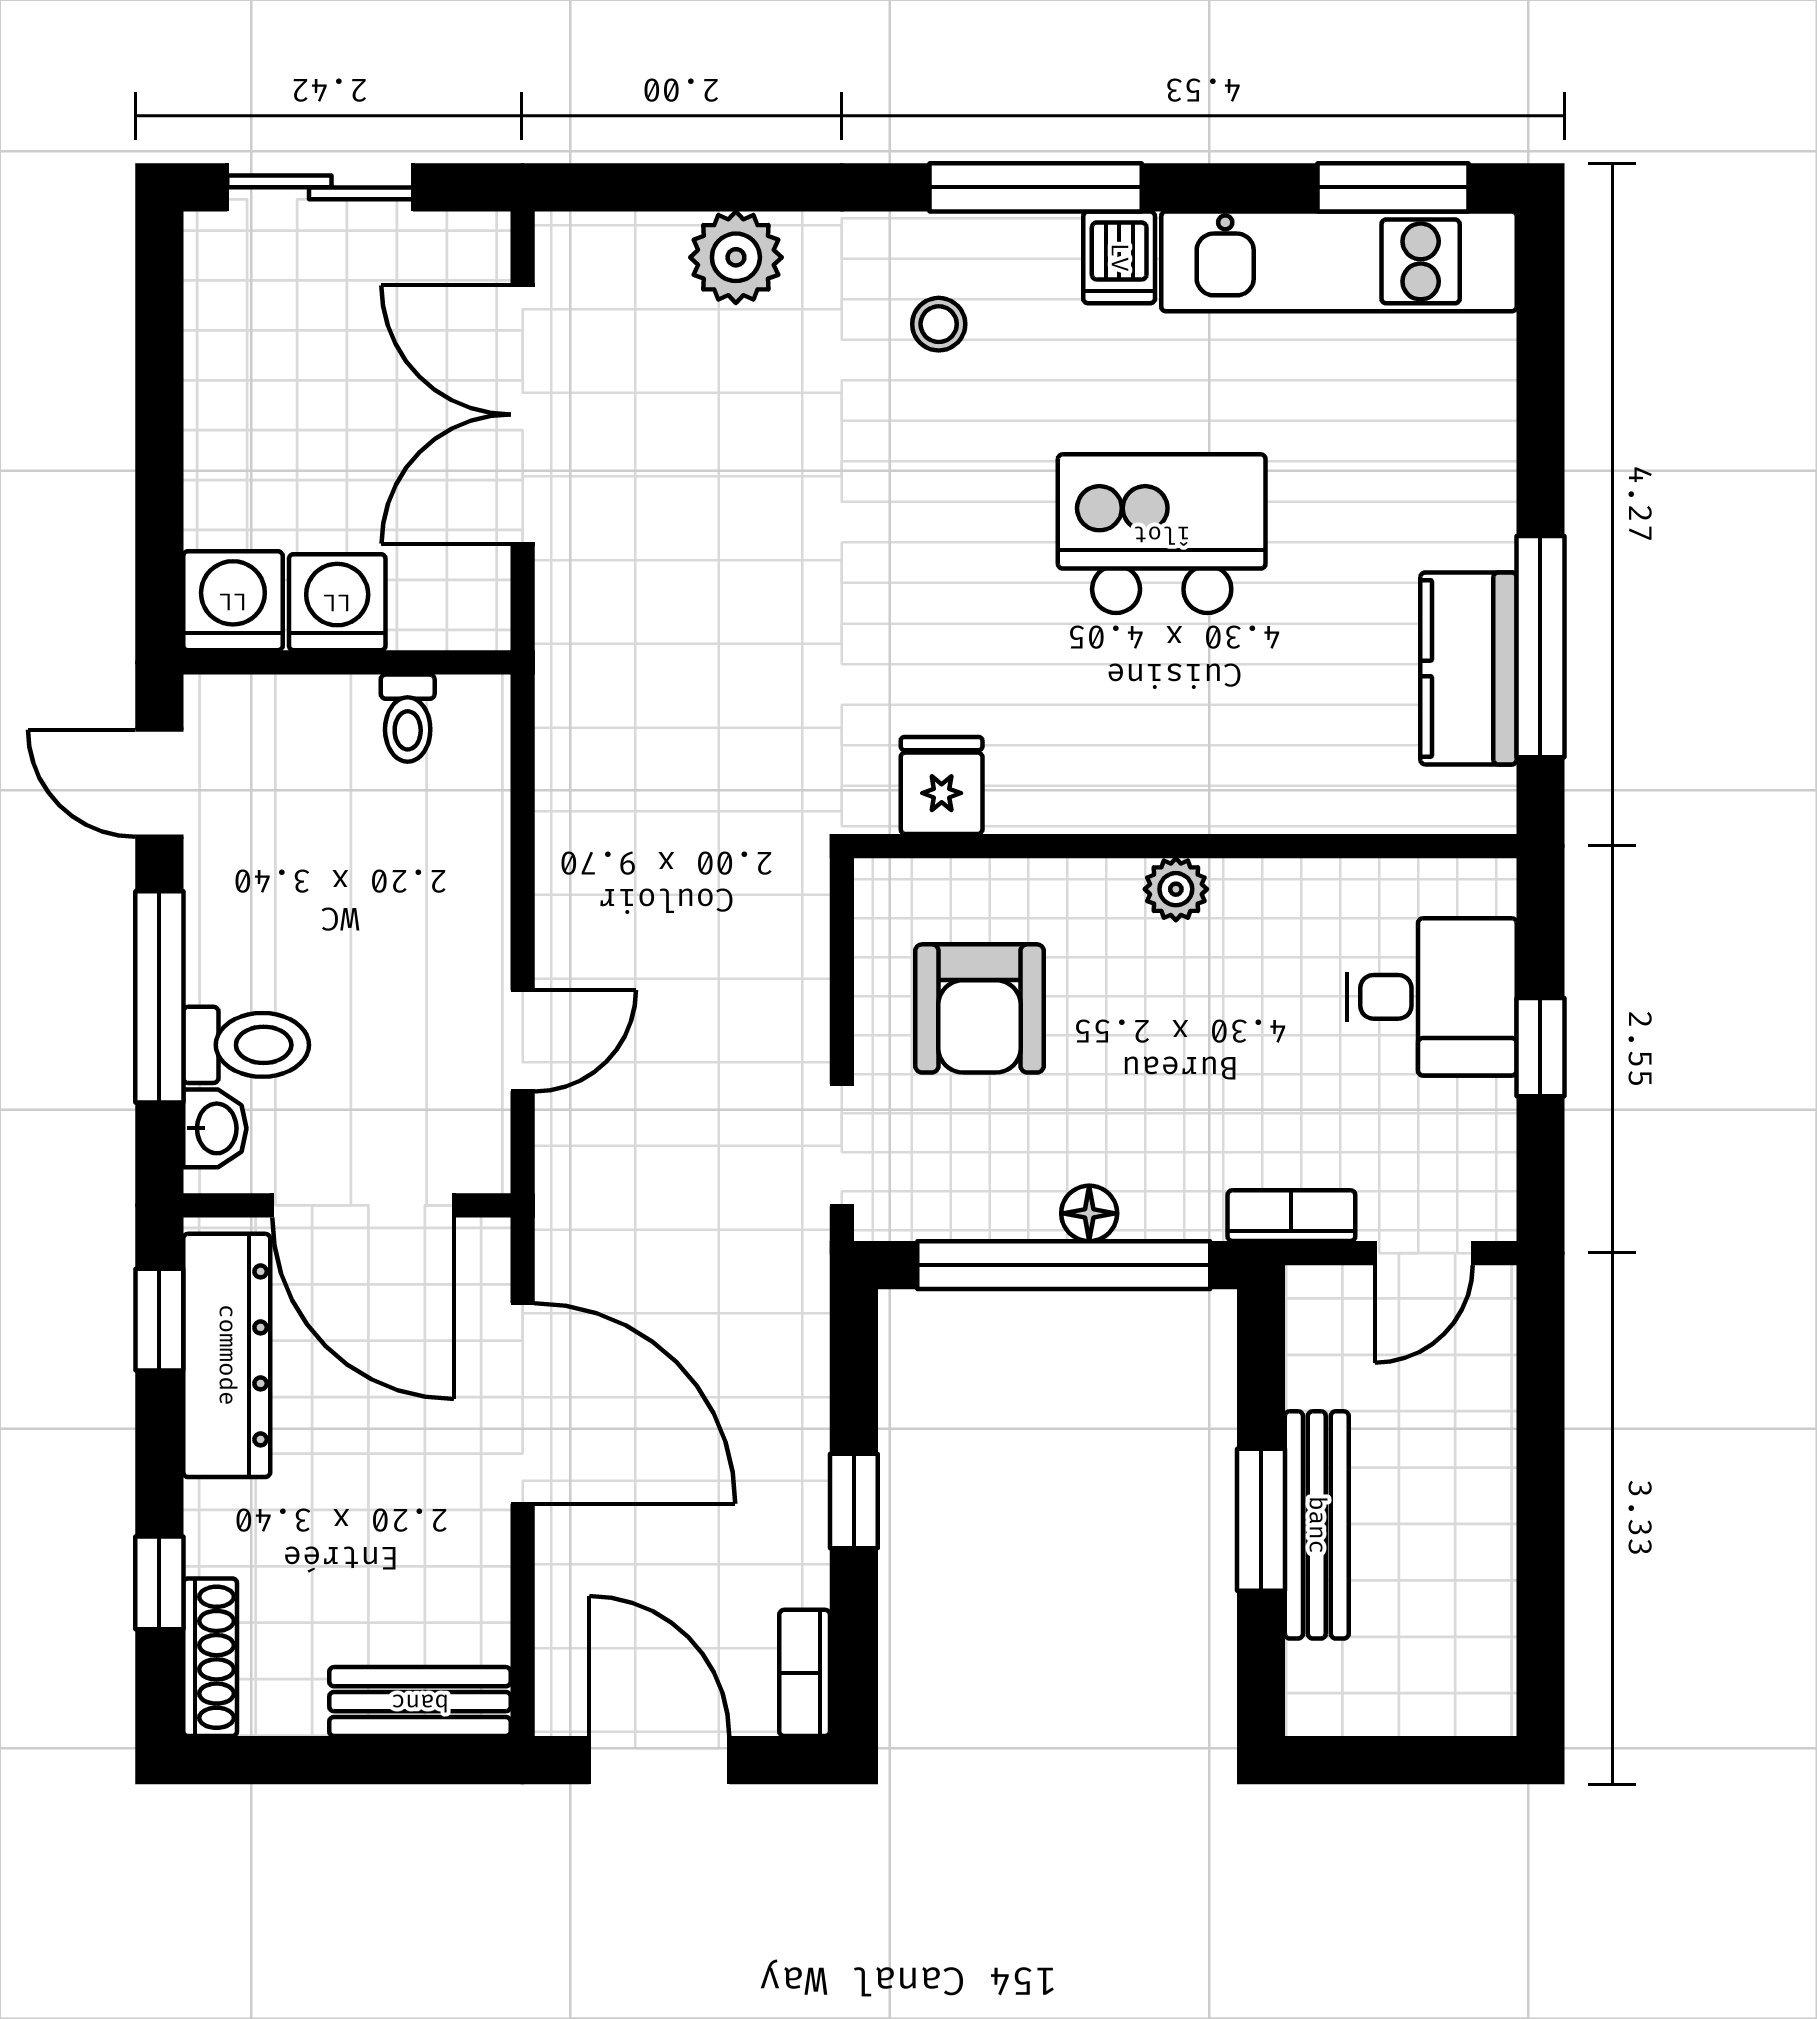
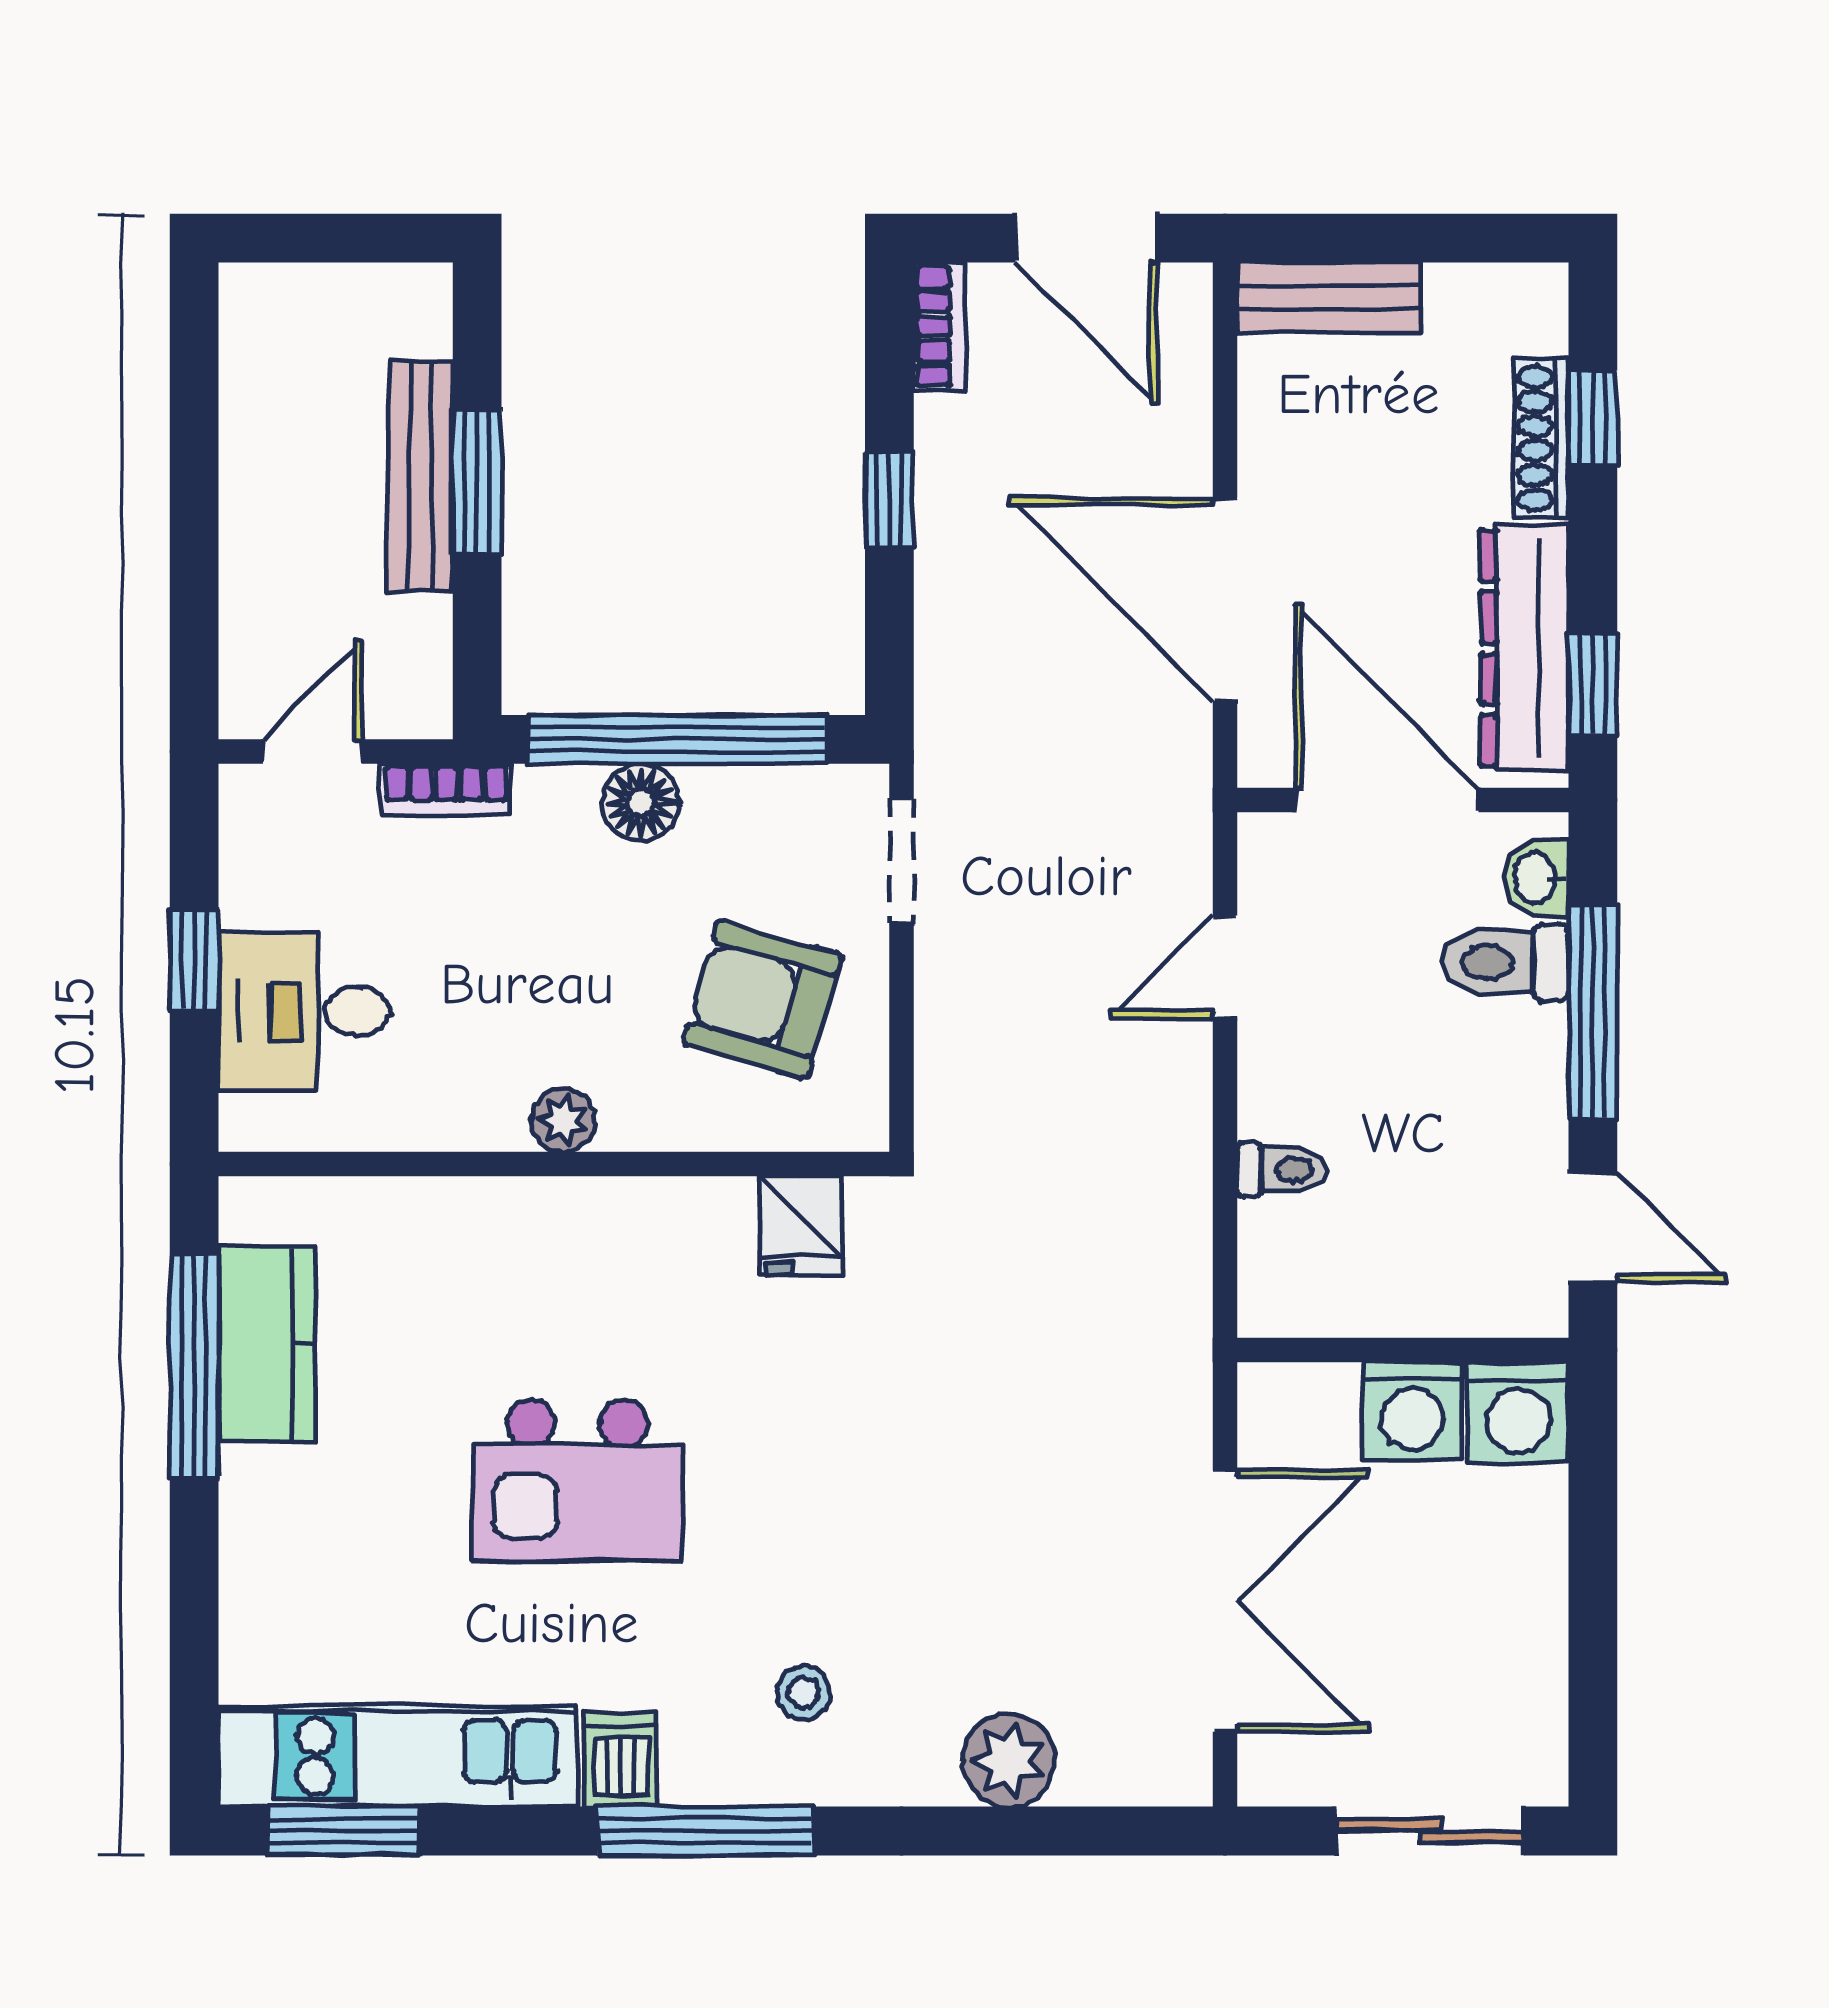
toilet: (408, 718) -> (1281, 1170), moved, turned 90
armchair: (980, 1008) -> (762, 999), turned -74
floor lamp: (1089, 1213) -> (641, 802), width x1.37, depth x1.37
shoe rack: (210, 1657) -> (1541, 438), moved

